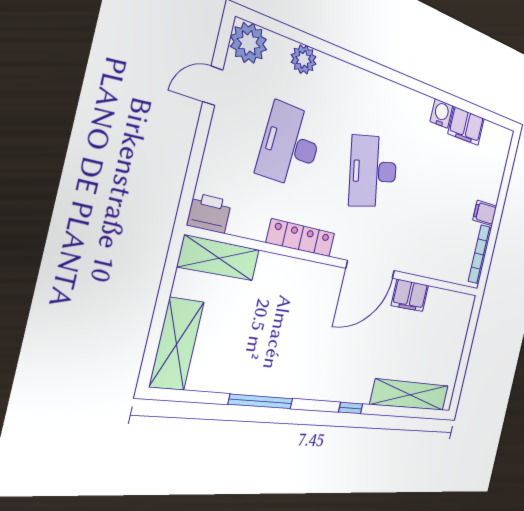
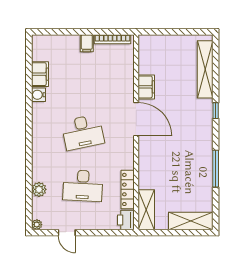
plant: (249, 43) -> (37, 225), width x0.53, depth x0.53
locker: (301, 238) -> (128, 189), moved

